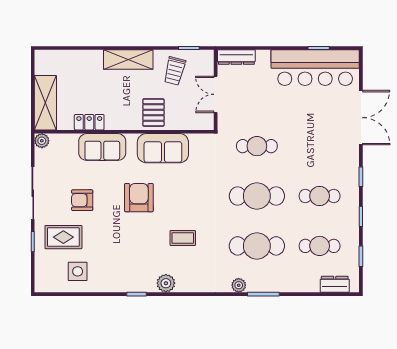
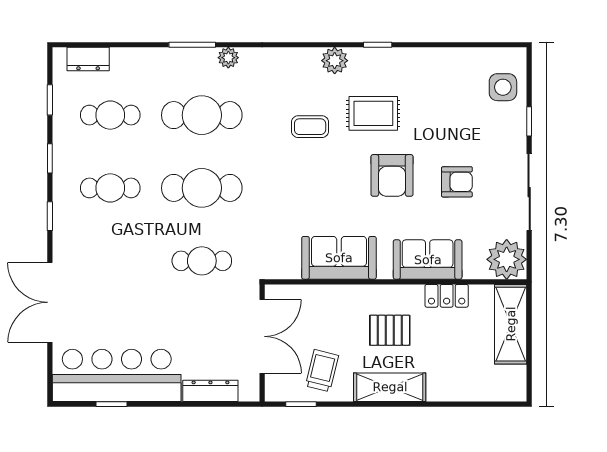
dresser: (236, 57) -> (210, 391), moved
double door: (216, 94) -> (262, 336), width x1.37
pallet: (153, 112) -> (390, 330), moved, turned 90
plant: (42, 141) -> (507, 259), width x1.88, depth x1.88
armchair: (139, 198) -> (392, 175), moved
rug: (63, 237) -> (373, 113), moved
side table: (78, 271) -> (503, 87), moved

